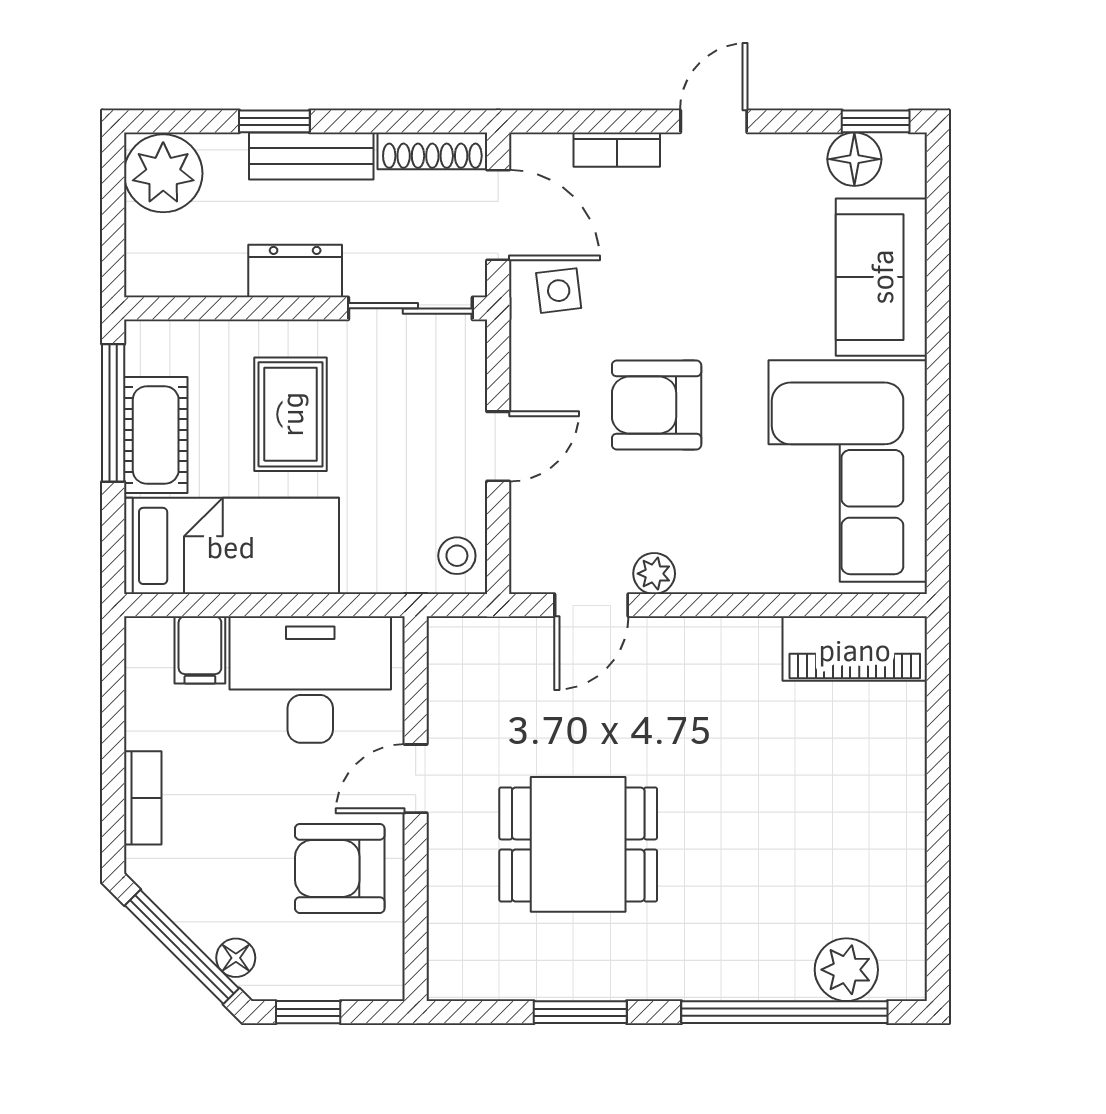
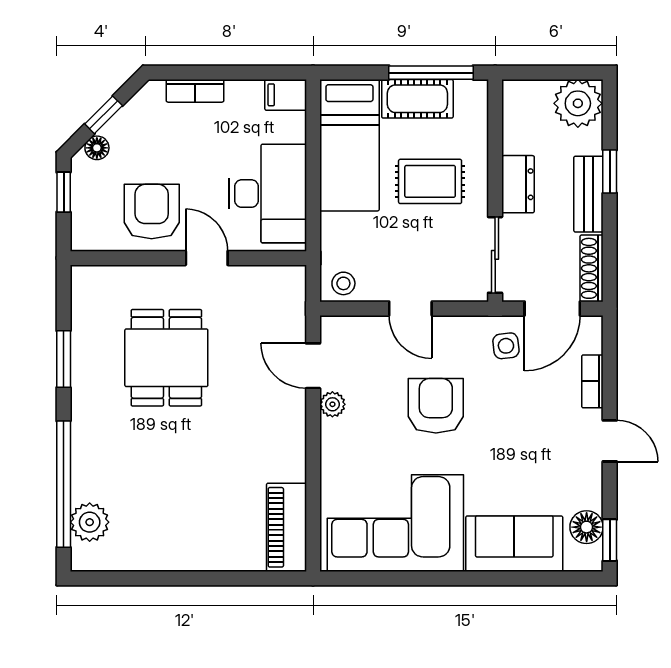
filing cabinet: (200, 650) -> (286, 95), moved
window: (182, 947) -> (104, 115), width x0.46

